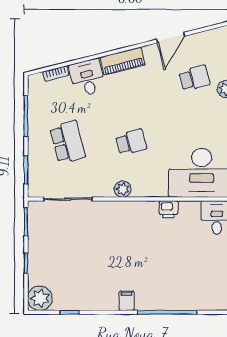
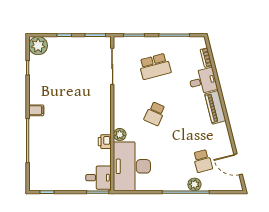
door: (170, 38) -> (238, 164), moved
school desk: (131, 142) -> (155, 114), turned 39
plant: (123, 189) -> (120, 135), moved

